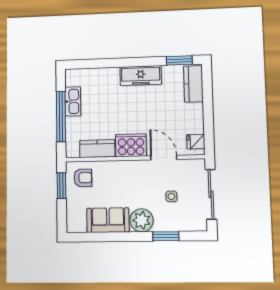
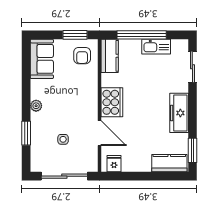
sliding door: (93, 64) -> (192, 67), added
kitchen counter: (97, 149) -> (110, 56), moved
door: (164, 158) -> (100, 133), hinge flipped
sofa: (108, 220) -> (42, 59), moved
plant: (142, 220) -> (36, 106), width x0.53, depth x0.53

